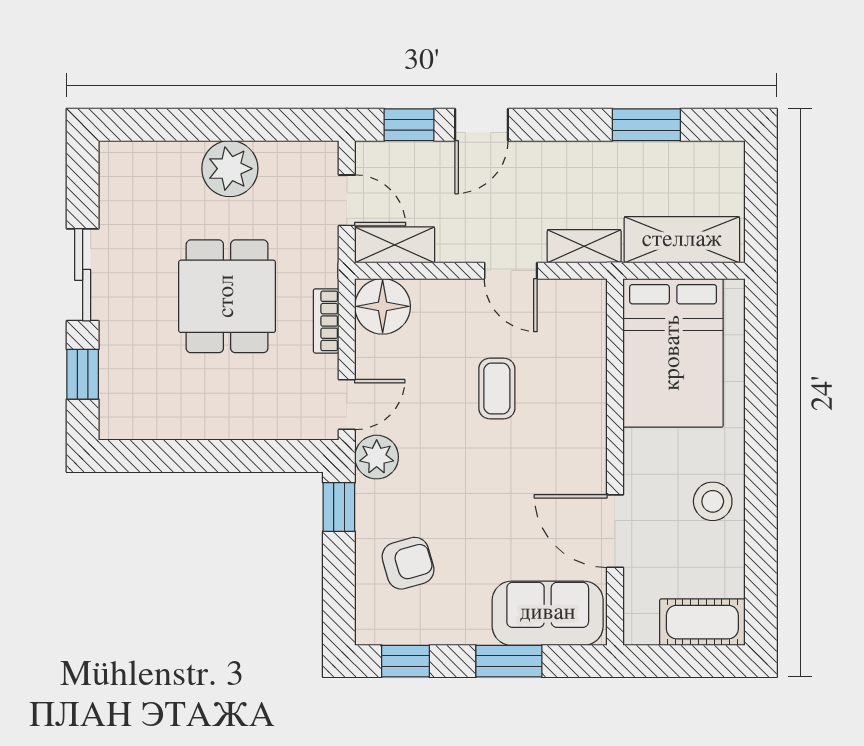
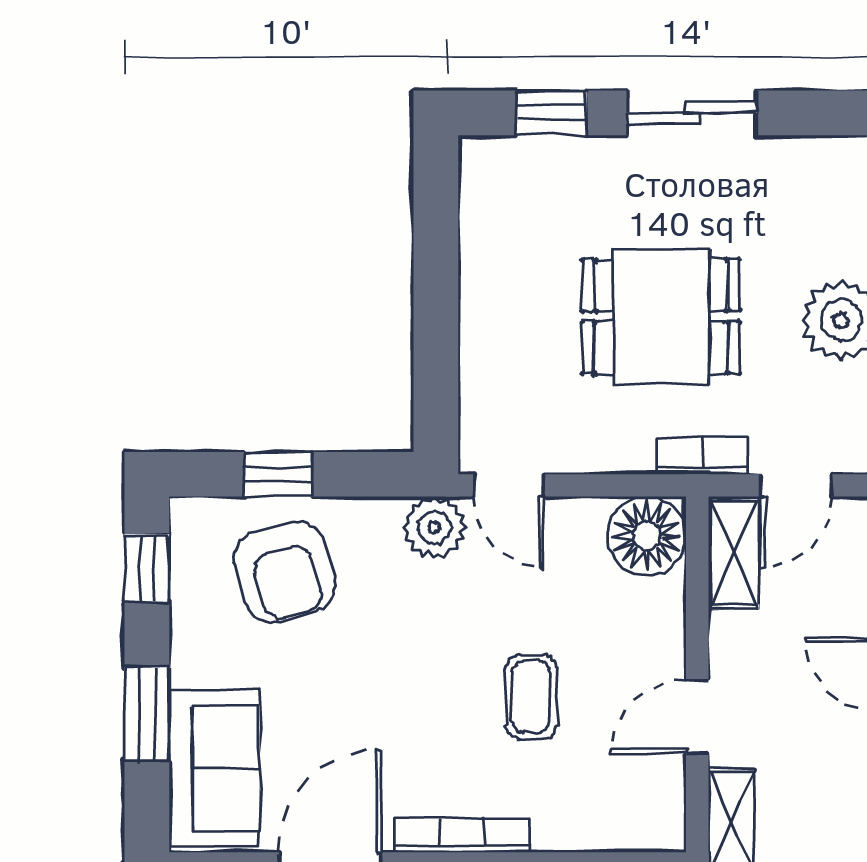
bookcase: (326, 321) -> (703, 456), moved
coffee table: (497, 388) -> (531, 697), turned 90
bookcase: (595, 438) -> (462, 835), added
window: (339, 507) -> (278, 474), moved
armchair: (408, 563) -> (285, 572), width x1.38, depth x1.38

